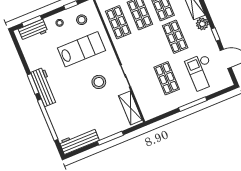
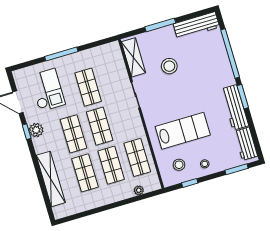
plant: (202, 24) -> (36, 130), moved
workbench: (33, 30) -> (246, 144), moved, turned -90
shop shelf: (153, 46) -> (100, 126), added
lab bench: (81, 49) -> (183, 131), turned 180
stool: (99, 82) -> (169, 66), moved
workbench: (44, 87) -> (235, 107), moved

